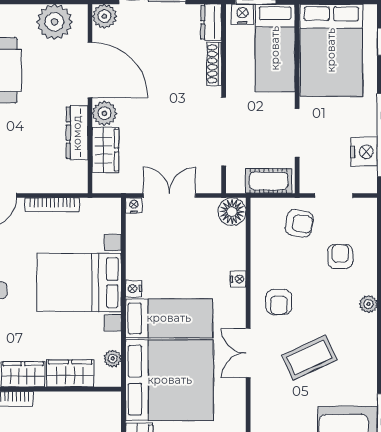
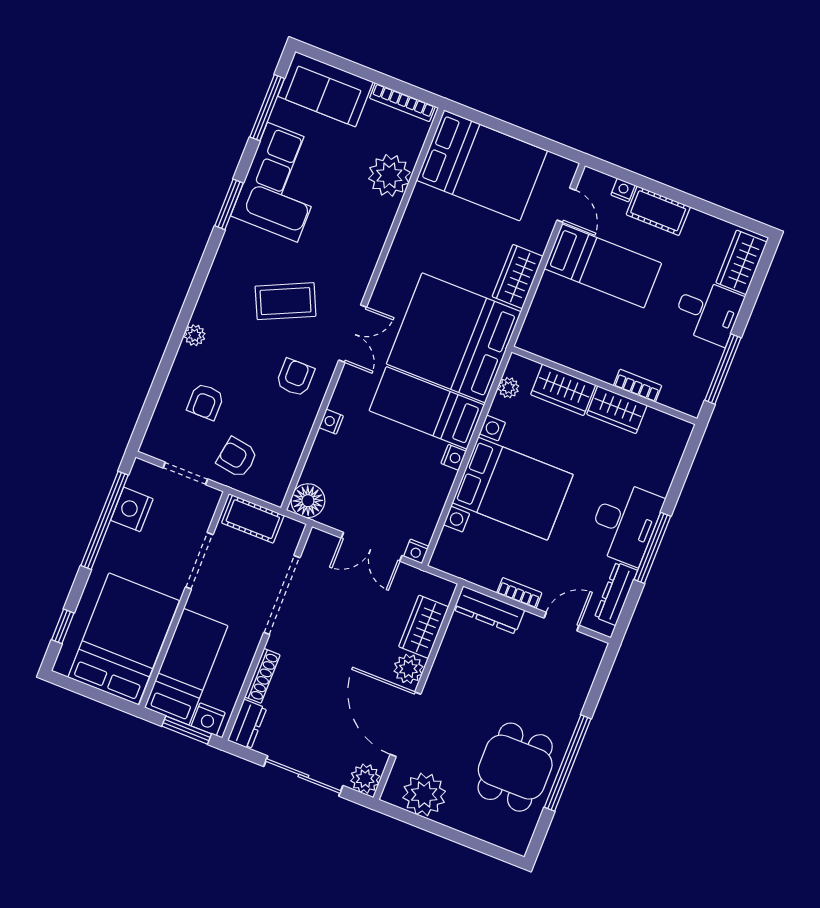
dresser: (77, 133) -> (489, 610), moved, turned 90
bookcase: (52, 205) -> (519, 593), width x0.64

